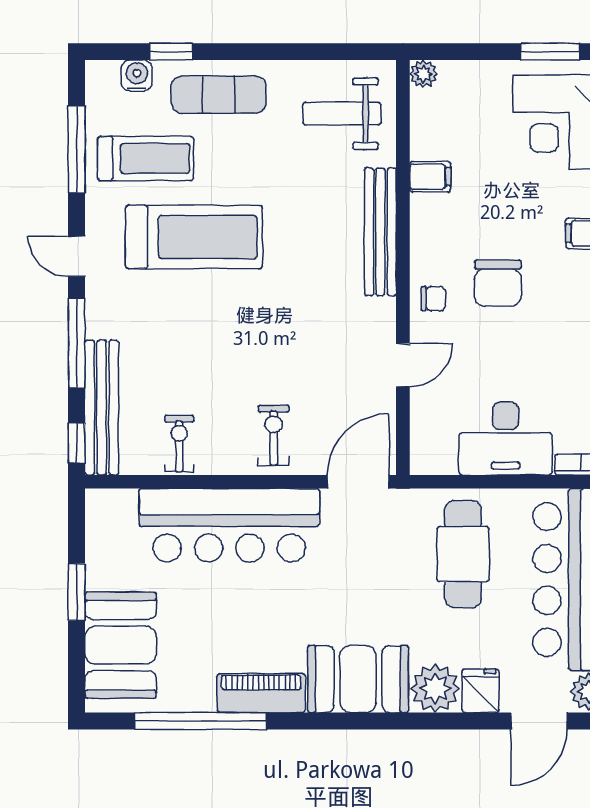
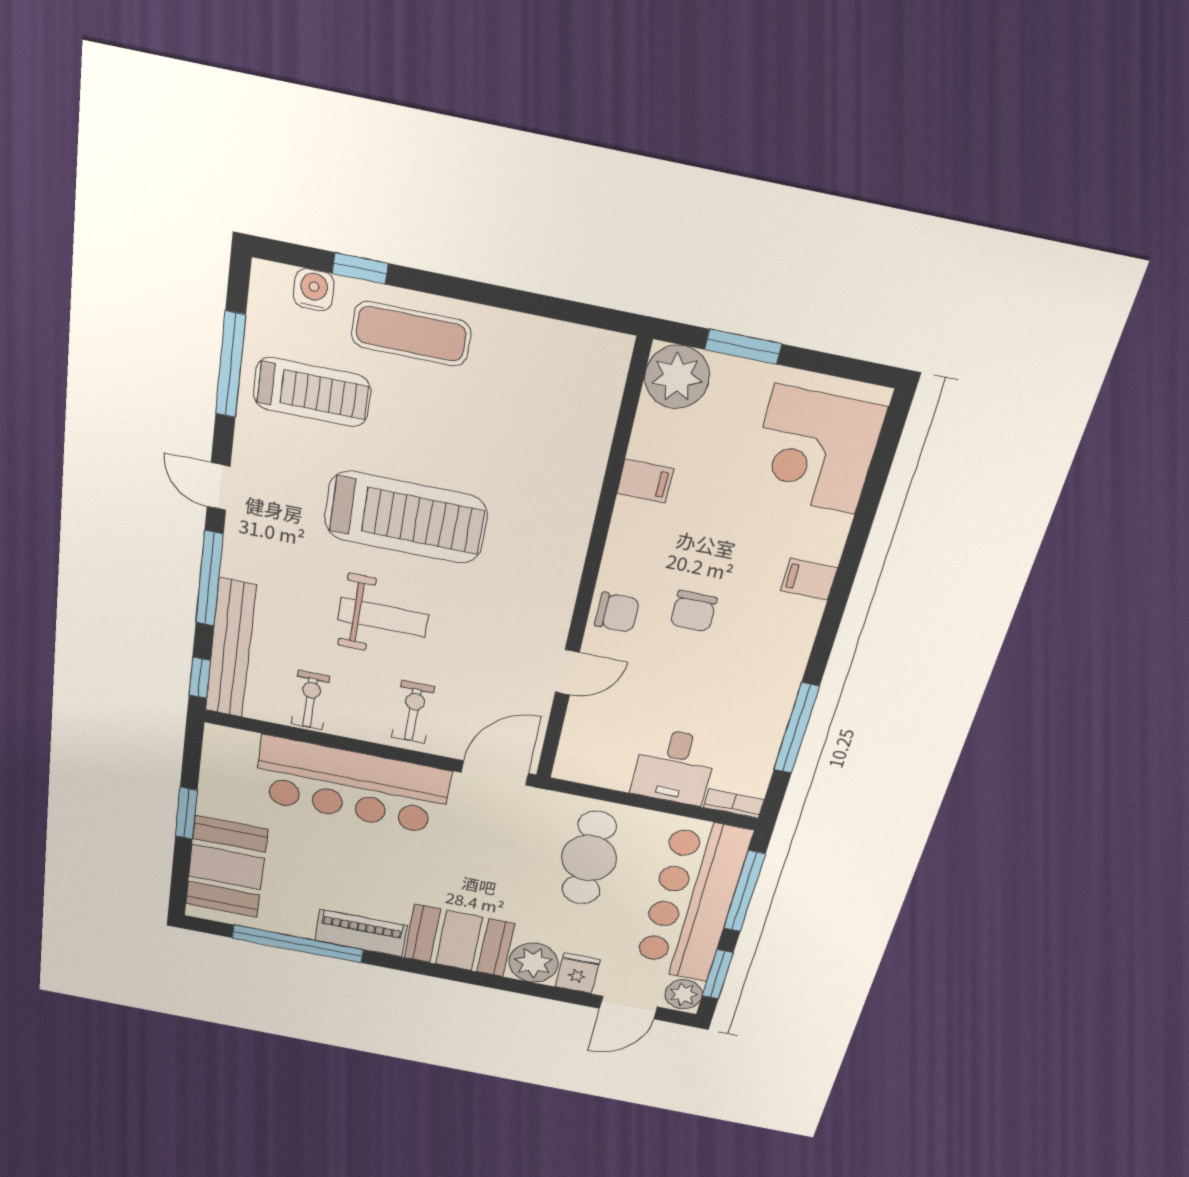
window: (550, 52) -> (743, 347), moved
plant: (423, 74) -> (677, 377), width x1.88, depth x1.88
weight bench: (342, 114) -> (383, 617), moved, turned 180
bench: (380, 232) -> (573, 530), removed
treadmill: (194, 237) -> (406, 517), moved
chair: (498, 283) -> (693, 611), width x0.73, depth x0.73
chair: (433, 299) -> (617, 613), width x1.37, depth x1.37
desk: (506, 438) -> (674, 767), width x0.73

